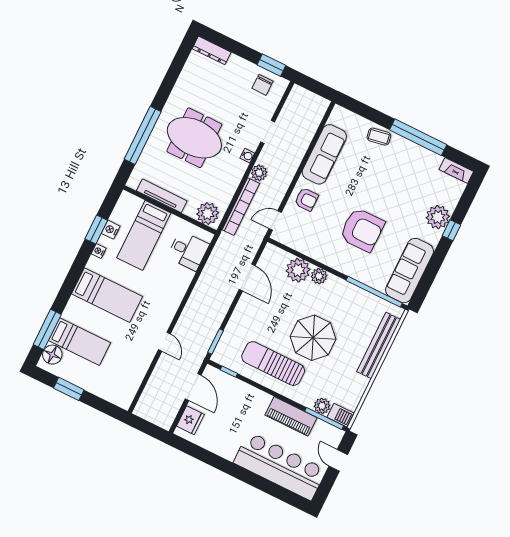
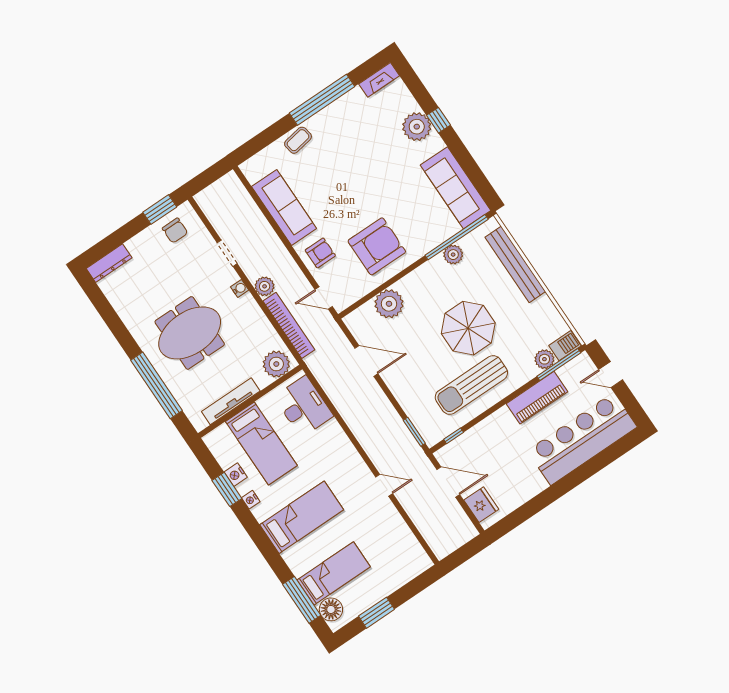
door: (275, 220) -> (324, 298), hinge flipped
armchair: (362, 230) -> (377, 246), moved
desk: (188, 251) -> (304, 406), width x1.37
plant: (319, 276) -> (453, 255), moved

